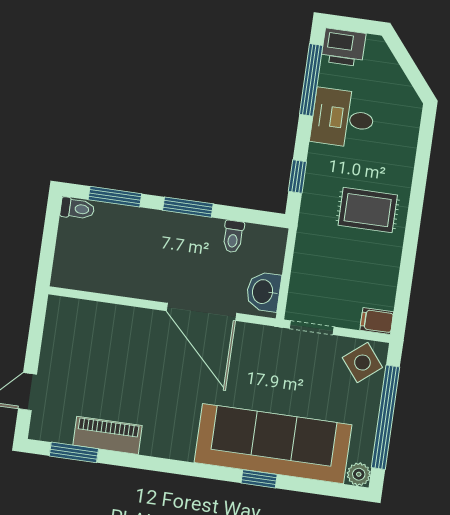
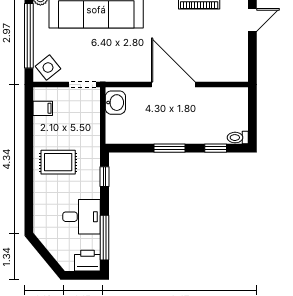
window: (115, 197) -> (216, 148), width x0.67
toilet: (233, 236) -> (139, 134), removed
door: (201, 312) -> (173, 85), moved
filing cabinet: (377, 321) -> (43, 108), moved

